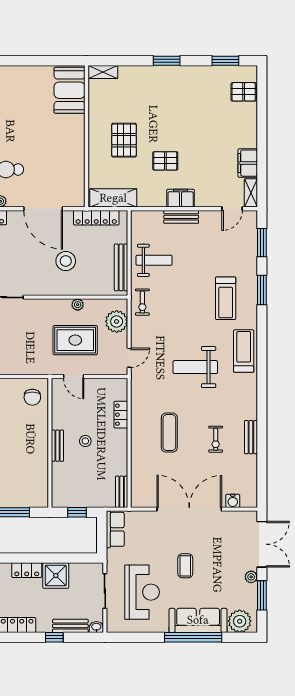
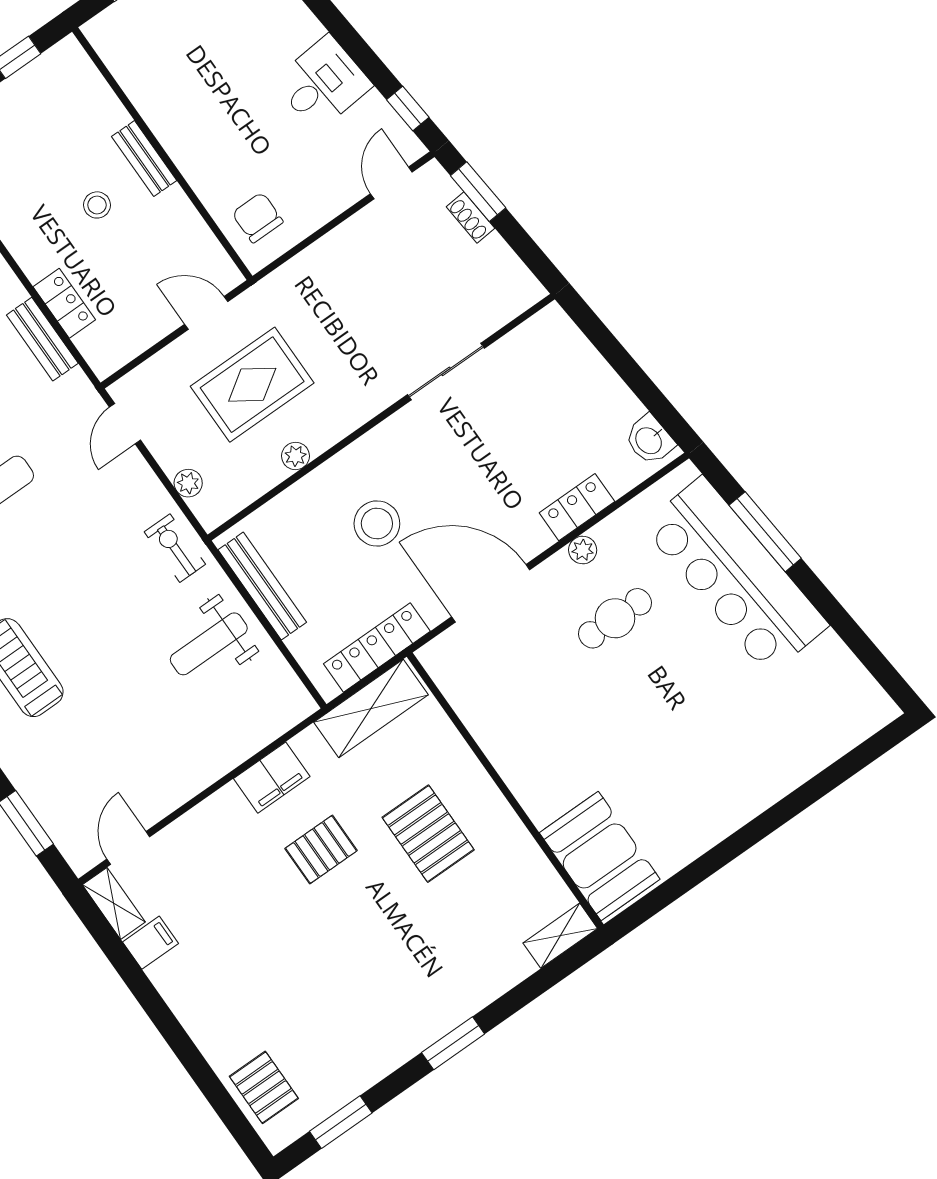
pallet: (244, 92) -> (264, 1087), turned 90
filing cabinet: (248, 163) -> (150, 943), width x0.50
filing cabinet: (181, 198) -> (272, 778), moved
bench: (181, 217) -> (42, 339), moved, turned 90
plant: (117, 321) -> (188, 483), width x0.53, depth x0.53

